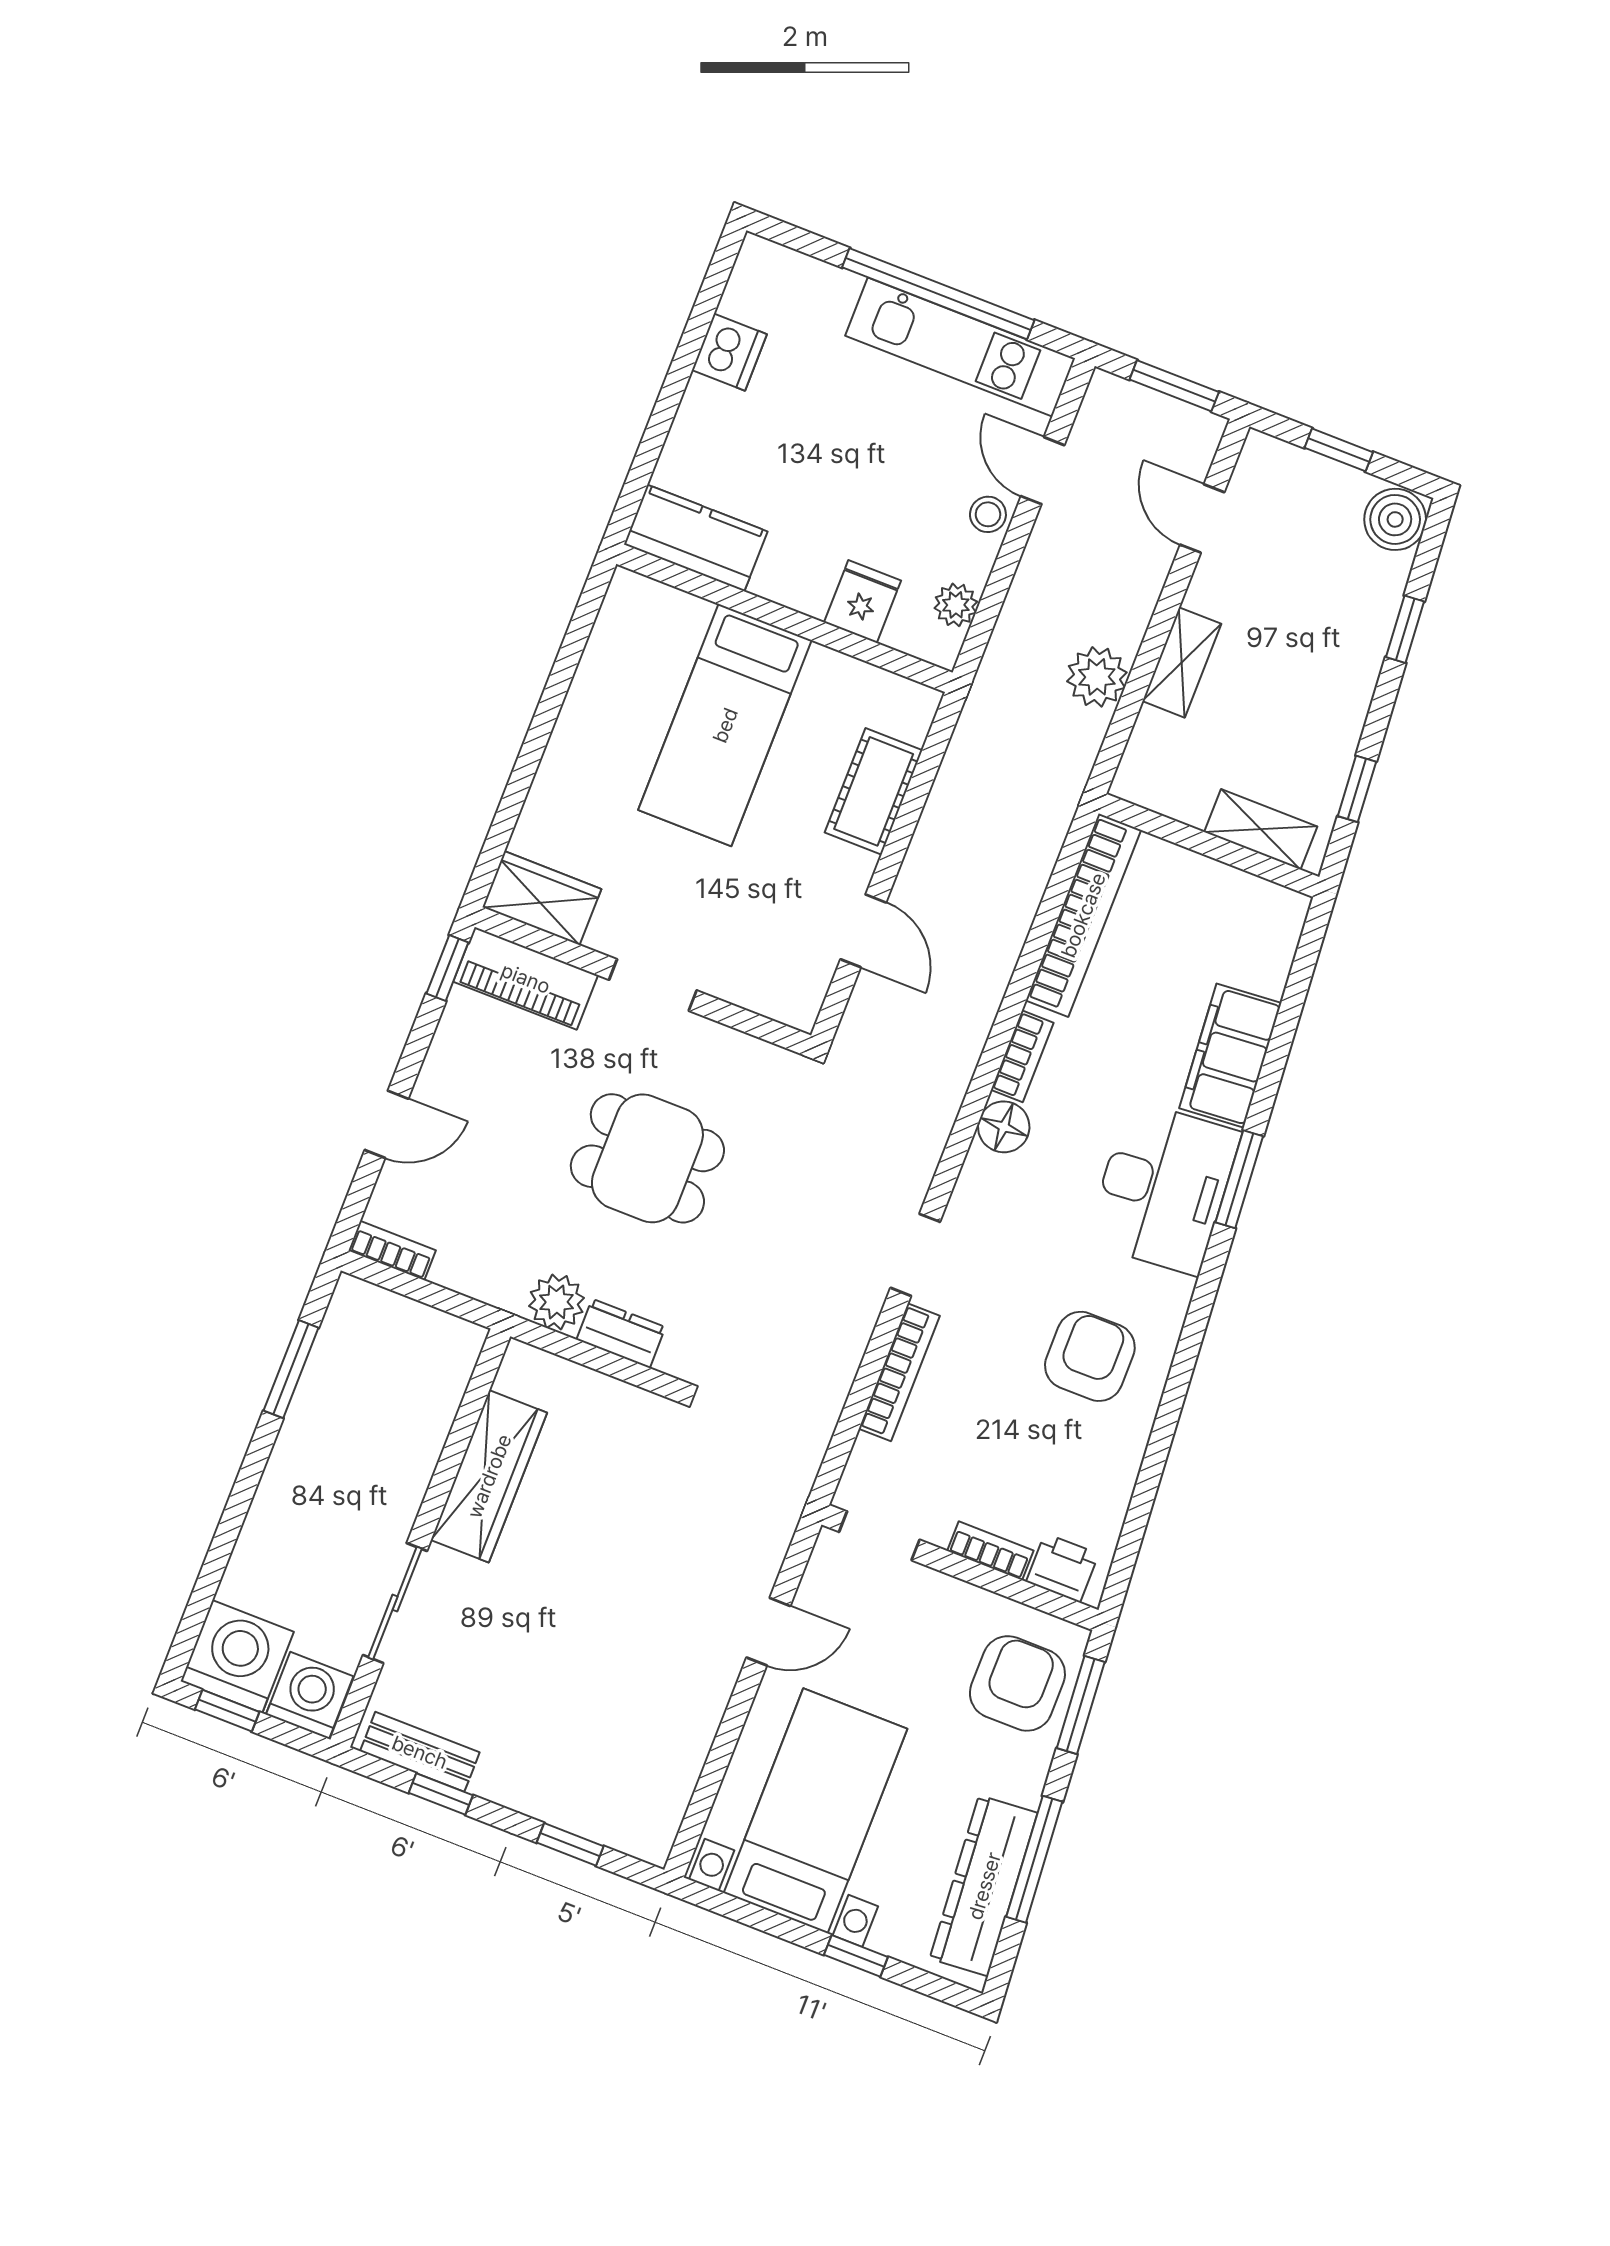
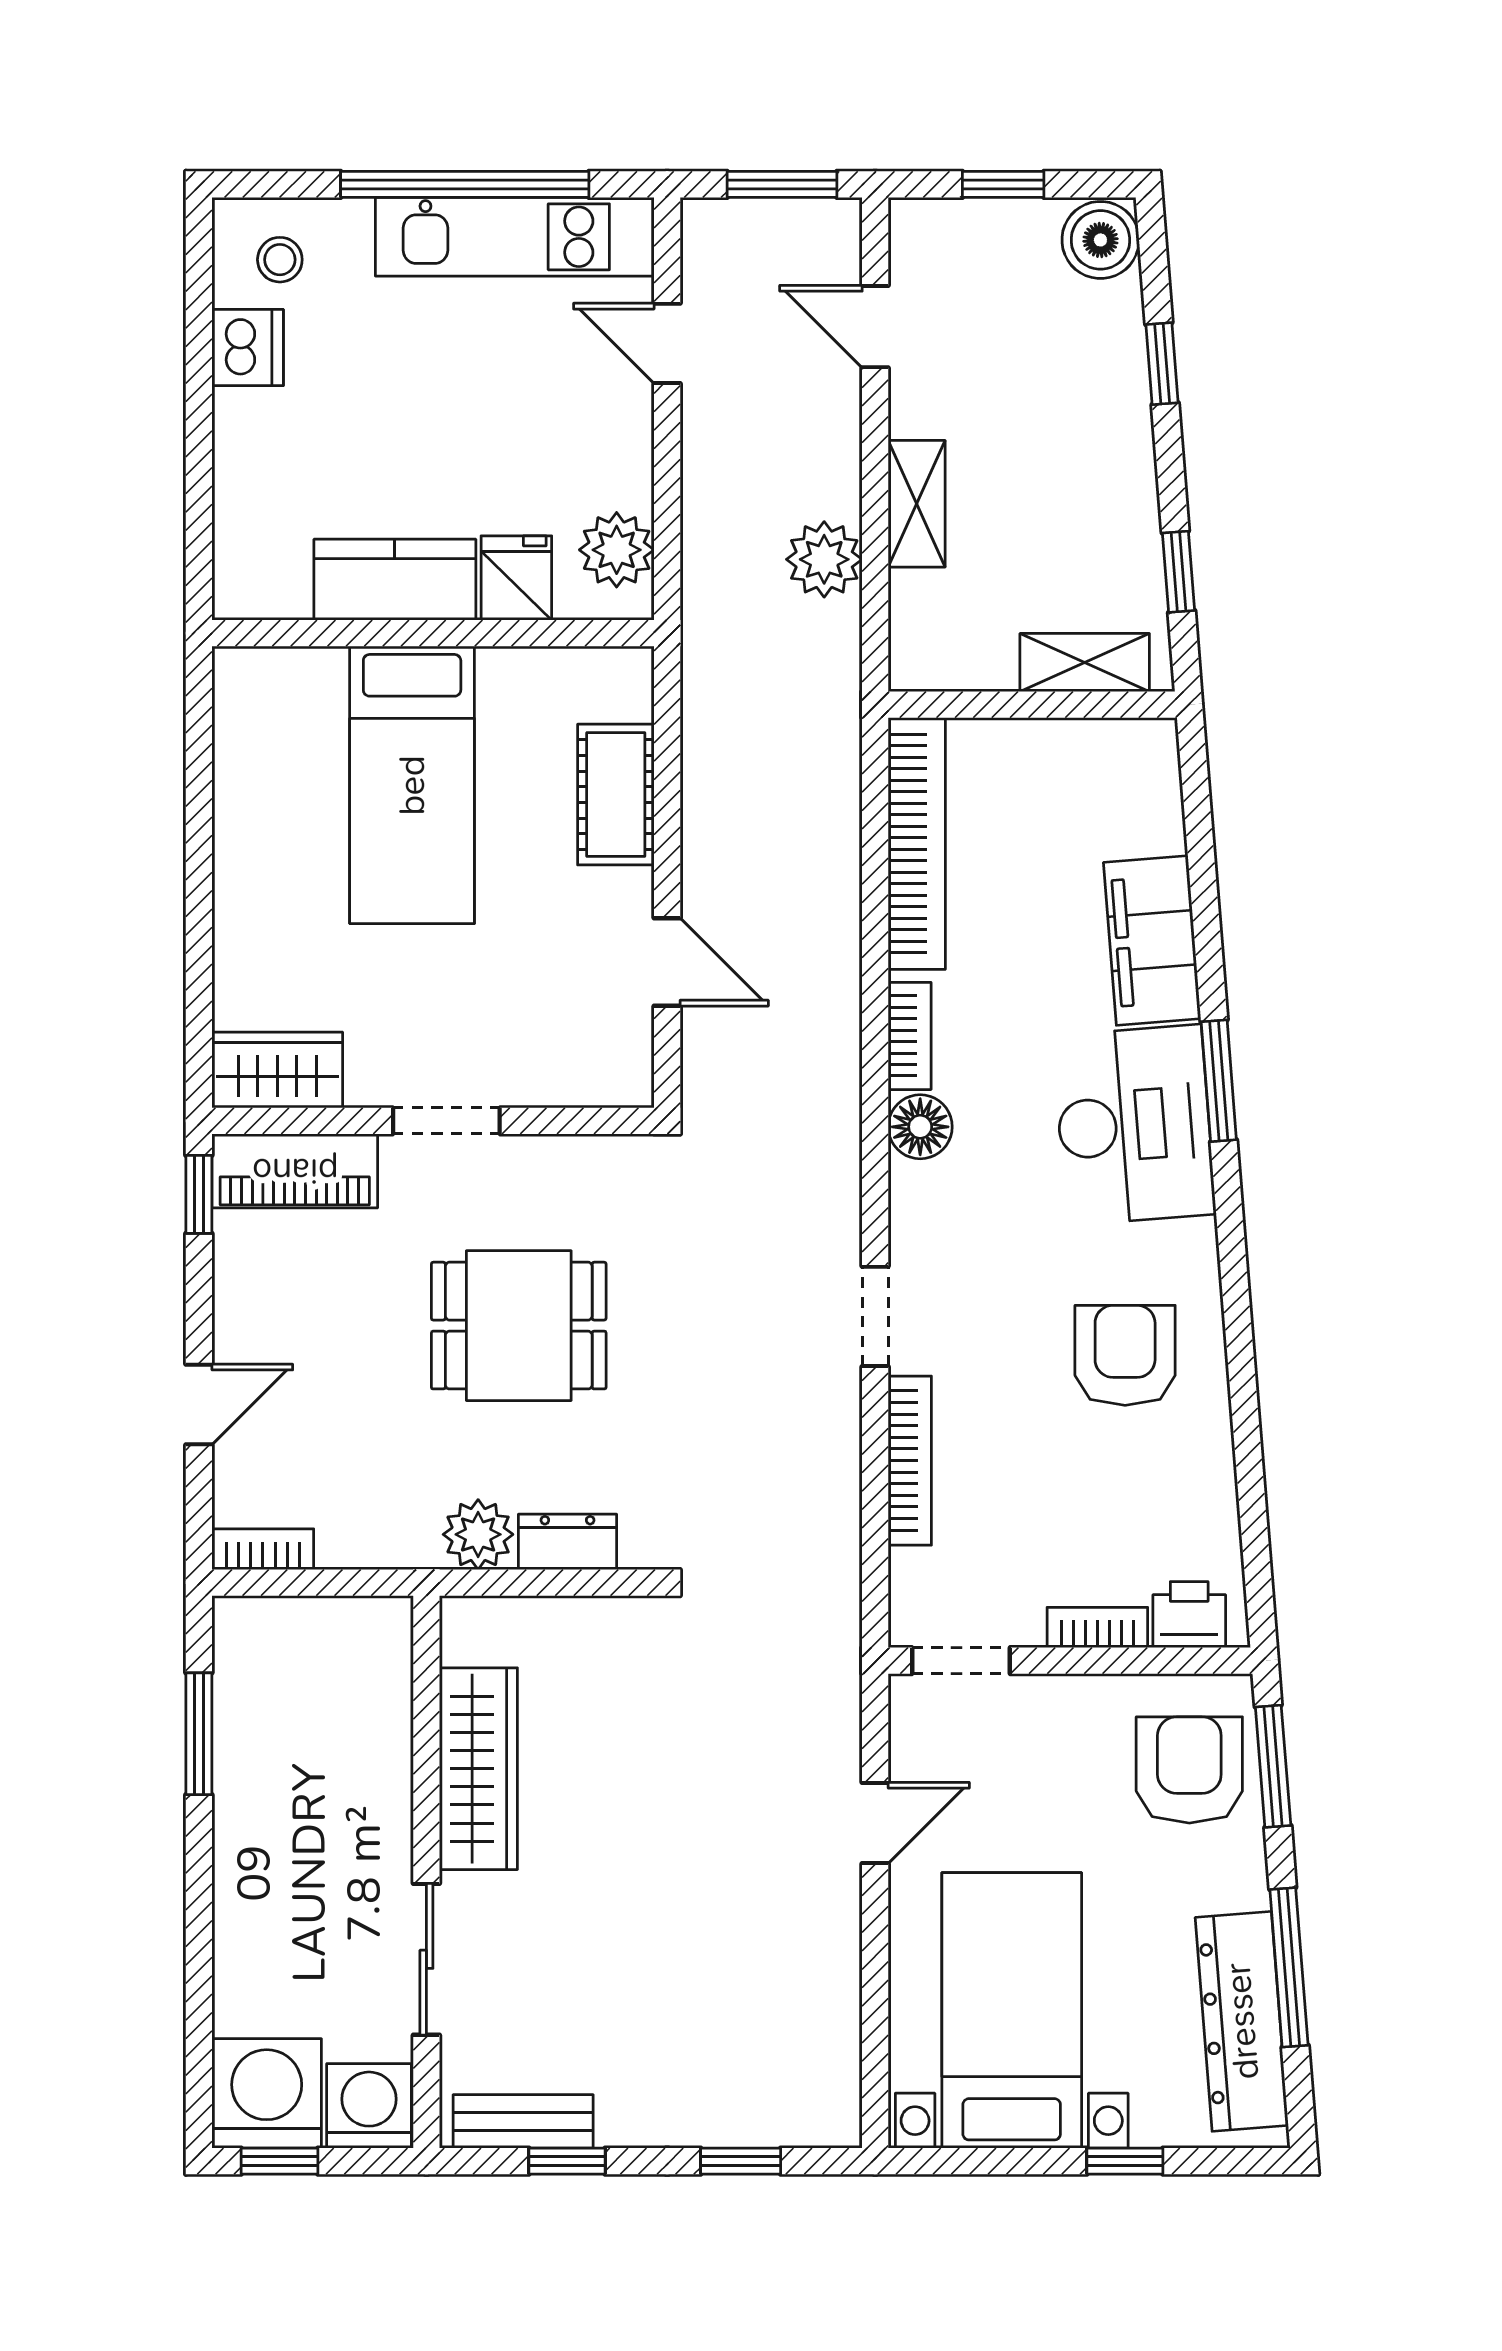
stool: (988, 514) -> (280, 260), moved
kitchen counter: (696, 538) -> (395, 580), moved
plant: (956, 605) -> (617, 550), width x1.38, depth x1.38

